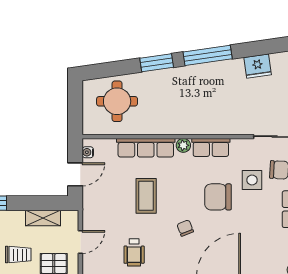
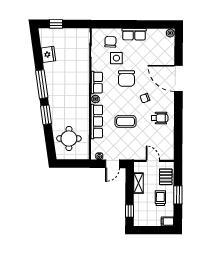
door: (75, 174) -> (113, 164), swing flipped
wheelchair: (134, 252) -> (160, 118), moved

